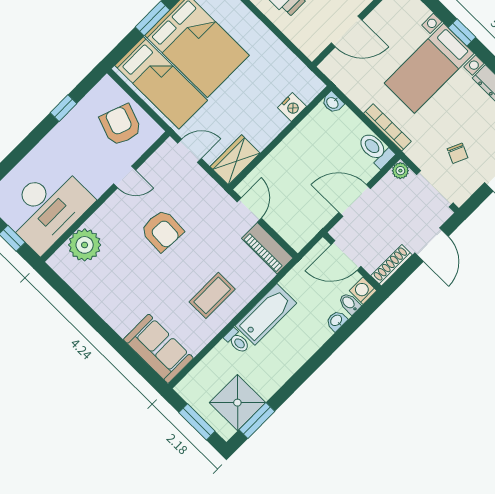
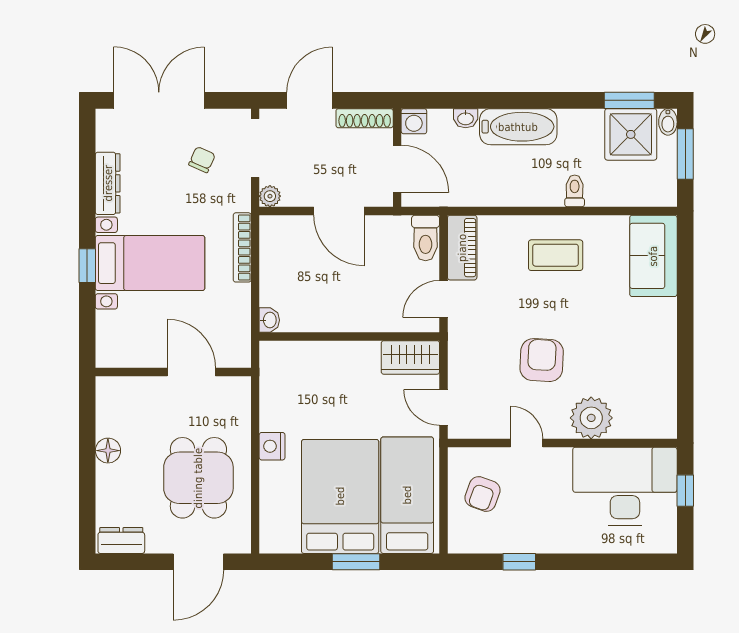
nightstand: (292, 107) -> (272, 446), moved, turned -90
armchair: (121, 125) -> (483, 494), width x0.72, depth x0.72
toilet: (376, 150) -> (426, 238), moved
plant: (85, 245) -> (591, 418), moved
bidet: (350, 303) -> (668, 122), moved
bathtub: (266, 314) -> (518, 127), moved, turned 180

